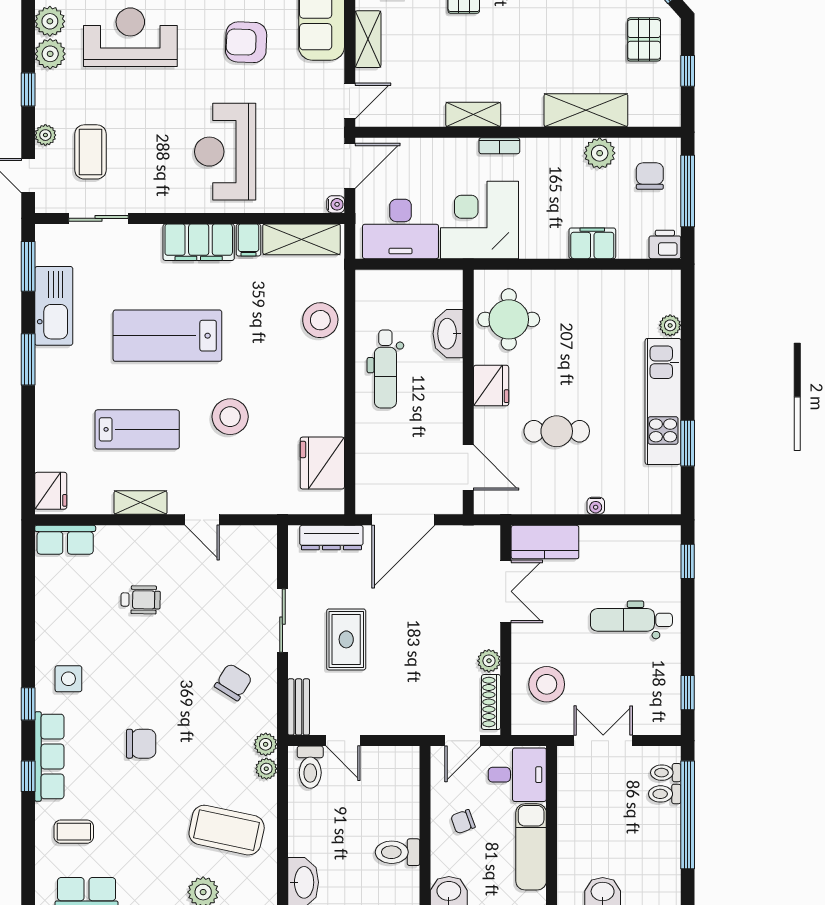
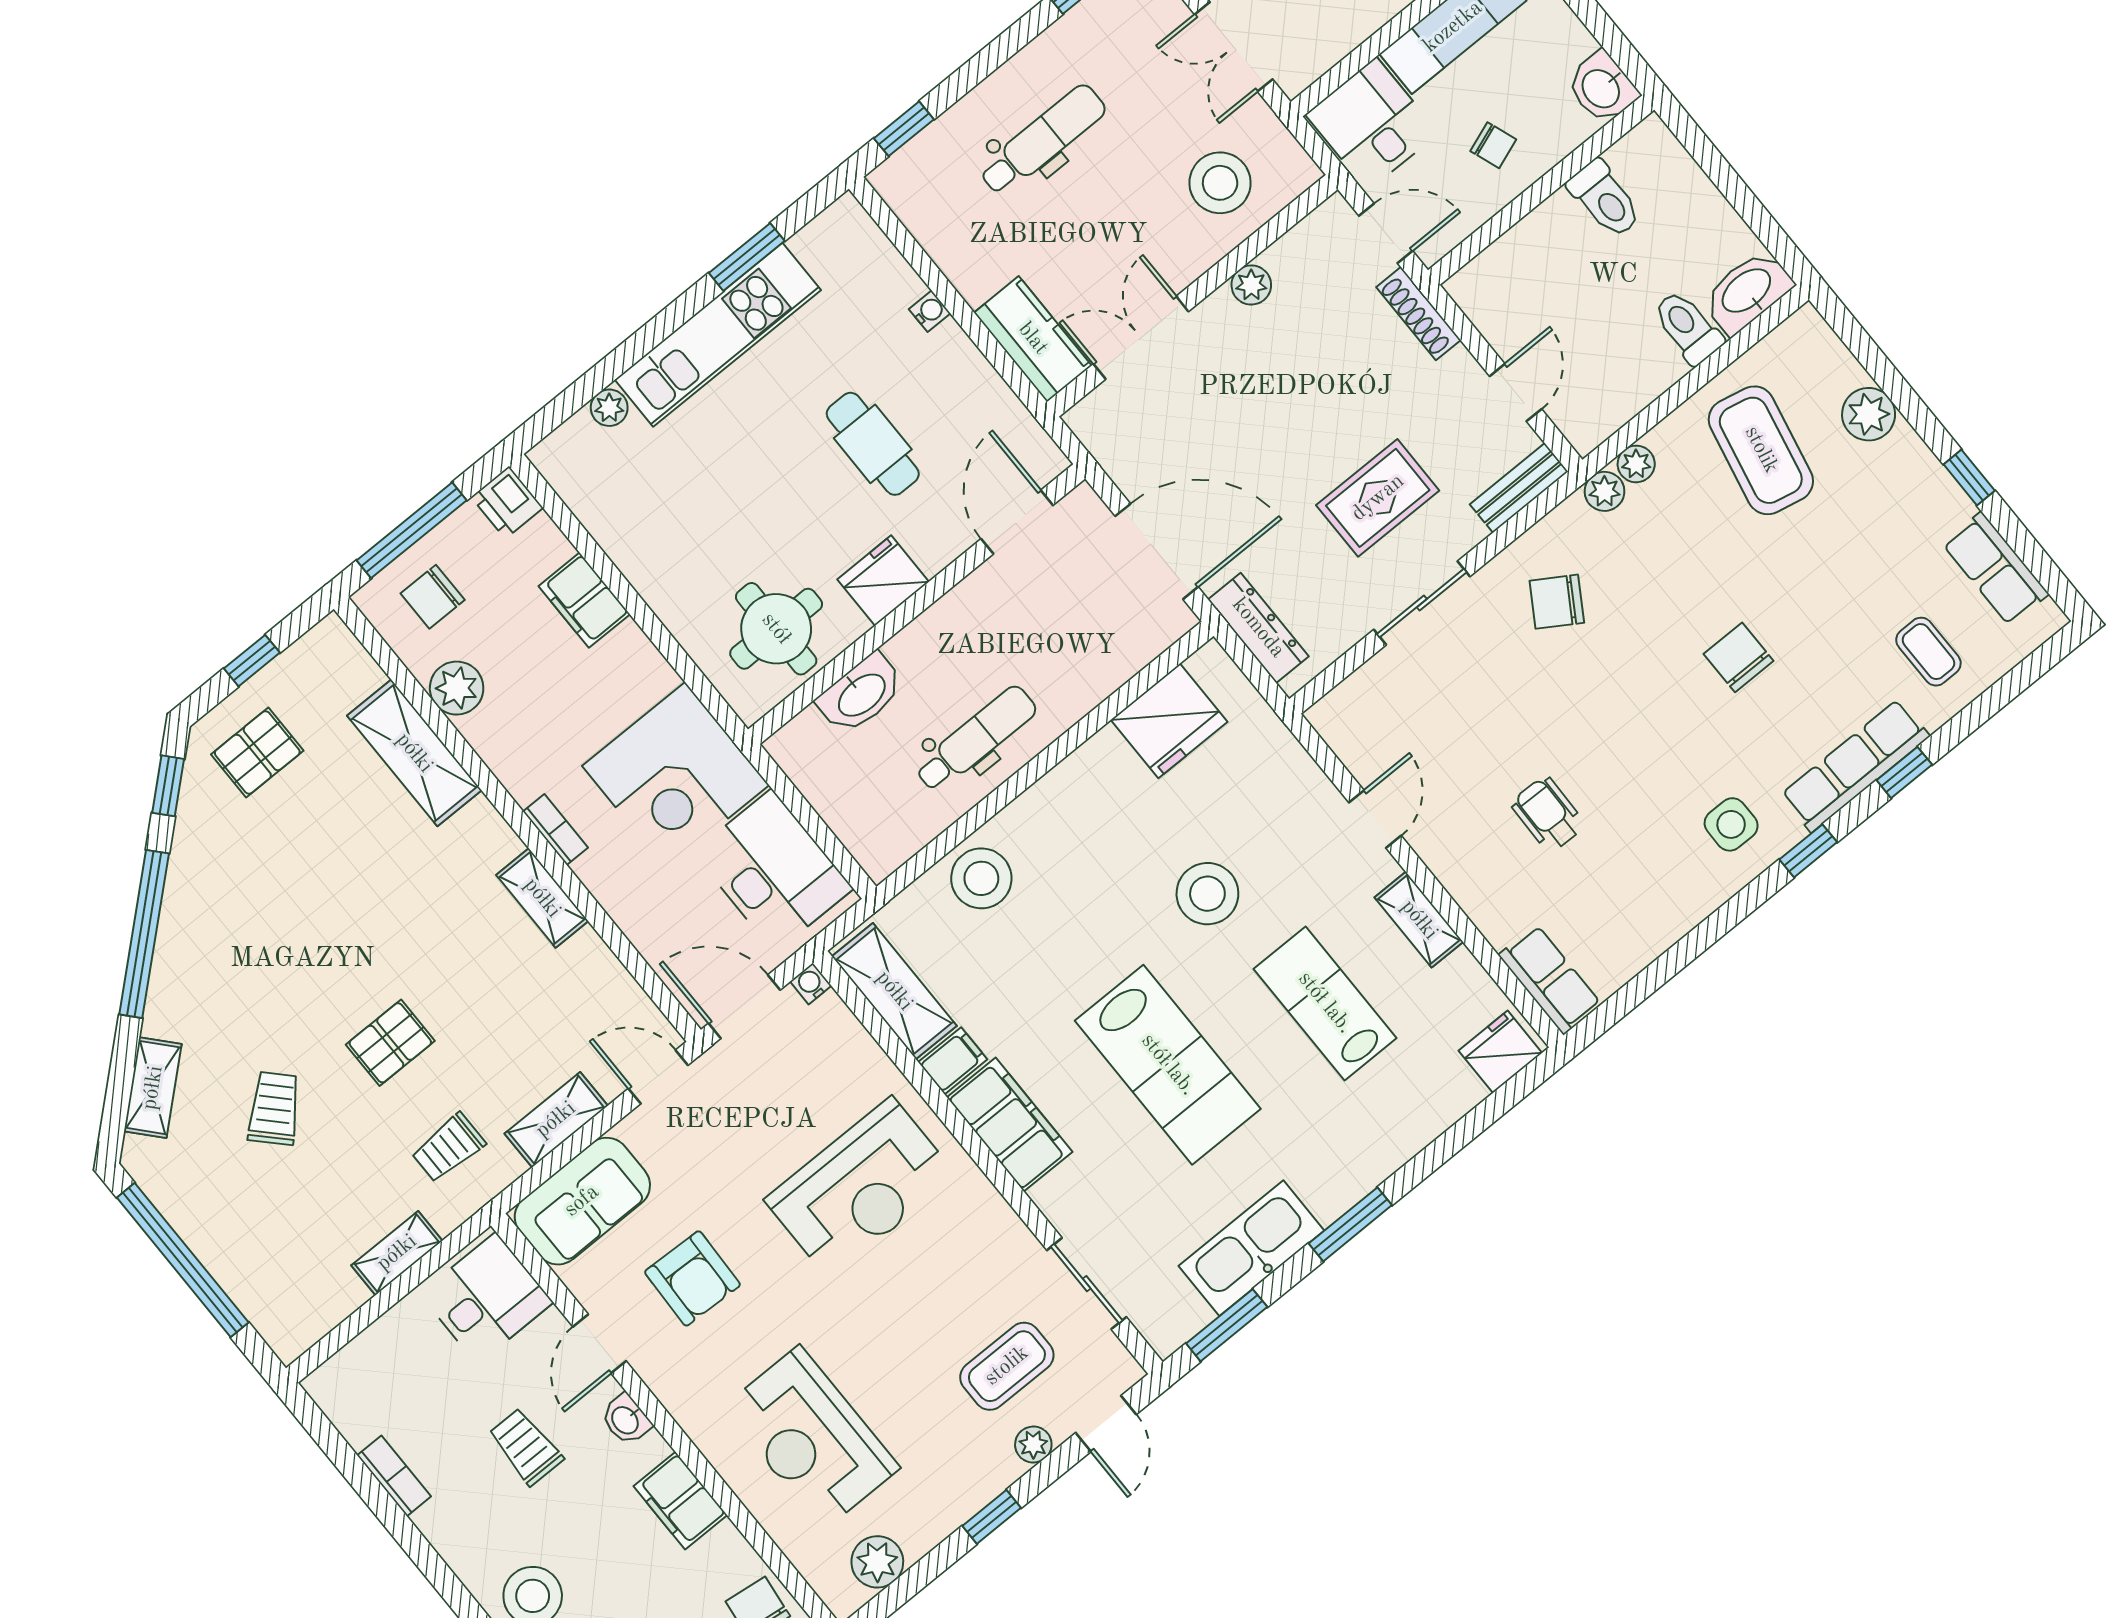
plant: (50, 54) -> (920, 1526), removed
dental chair: (631, 620) -> (1042, 140), turned -90
shoe rack: (491, 702) -> (1419, 314), moved, turned 90
toilet: (310, 767) -> (1688, 327), moved, turned -90

